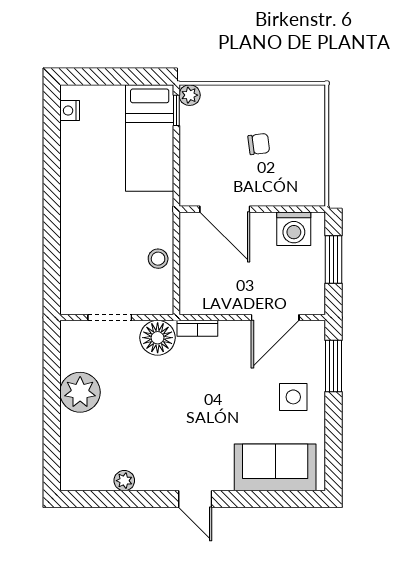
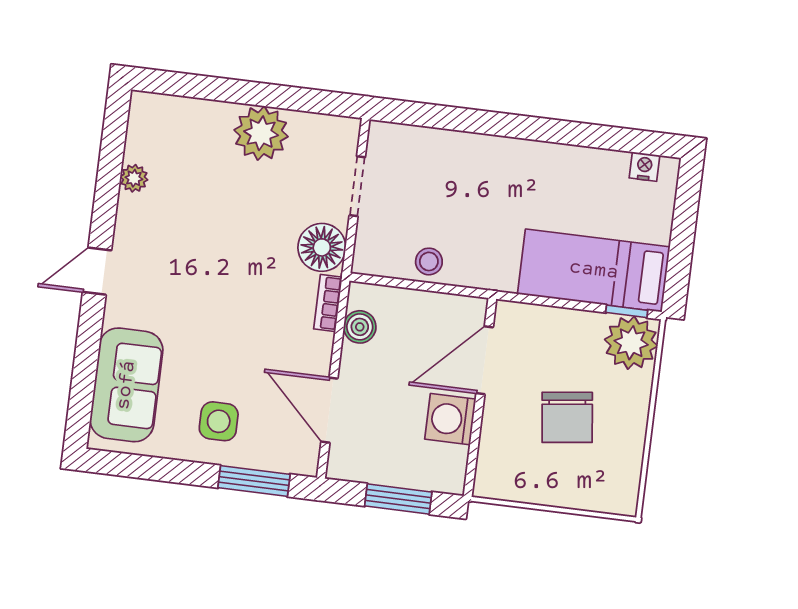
plant: (190, 95) -> (631, 343), width x1.88, depth x1.88
chair: (259, 144) -> (567, 417), width x1.87, depth x1.87
washing machine: (294, 229) -> (450, 419), moved
boiler: (212, 303) -> (360, 327), added

